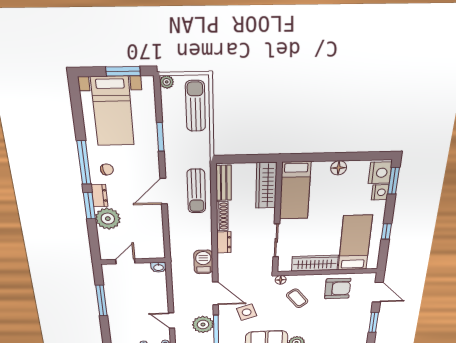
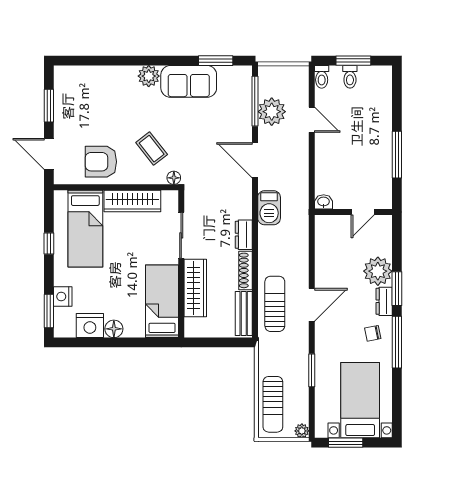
nightstand: (380, 173) -> (90, 326), moved, turned -90
wardrobe: (266, 186) -> (195, 288), moved
side table: (247, 312) -> (216, 129), removed

